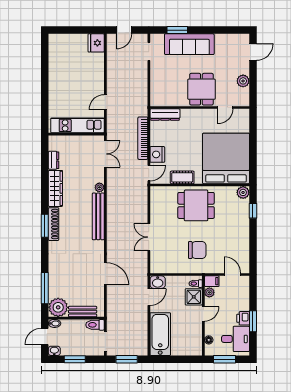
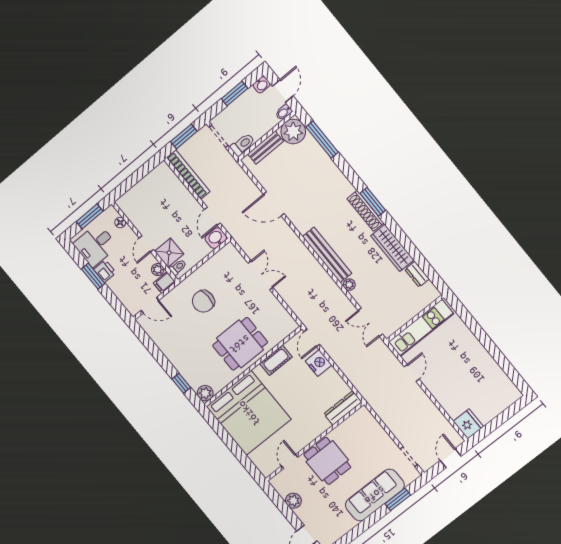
bookcase: (143, 138) -> (188, 175), moved
bathtub: (160, 334) -> (171, 189), removed

